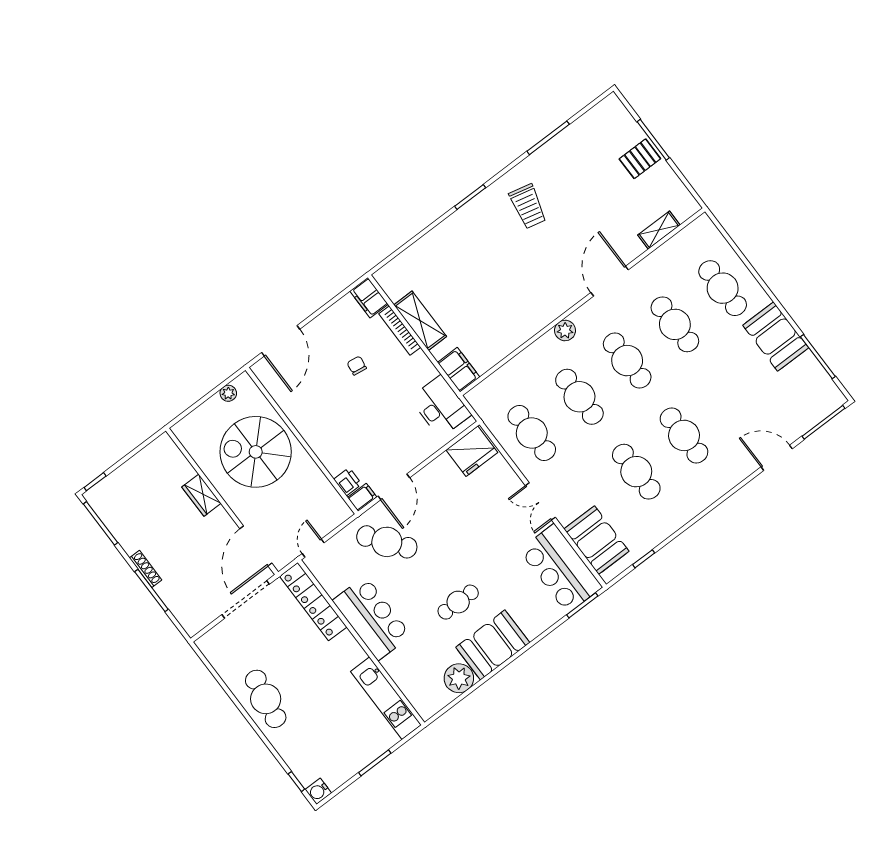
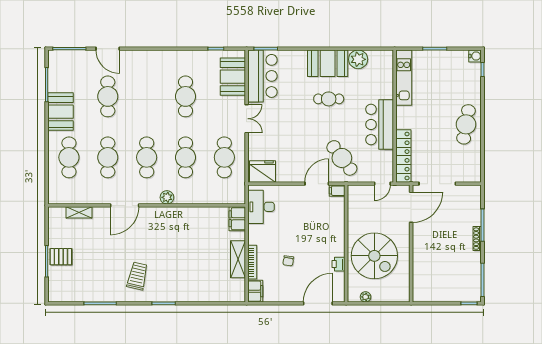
cafe table: (684, 435) -> (108, 96), moved
printer: (348, 482) -> (339, 264), moved
wardrobe: (201, 495) -> (419, 255), removed

